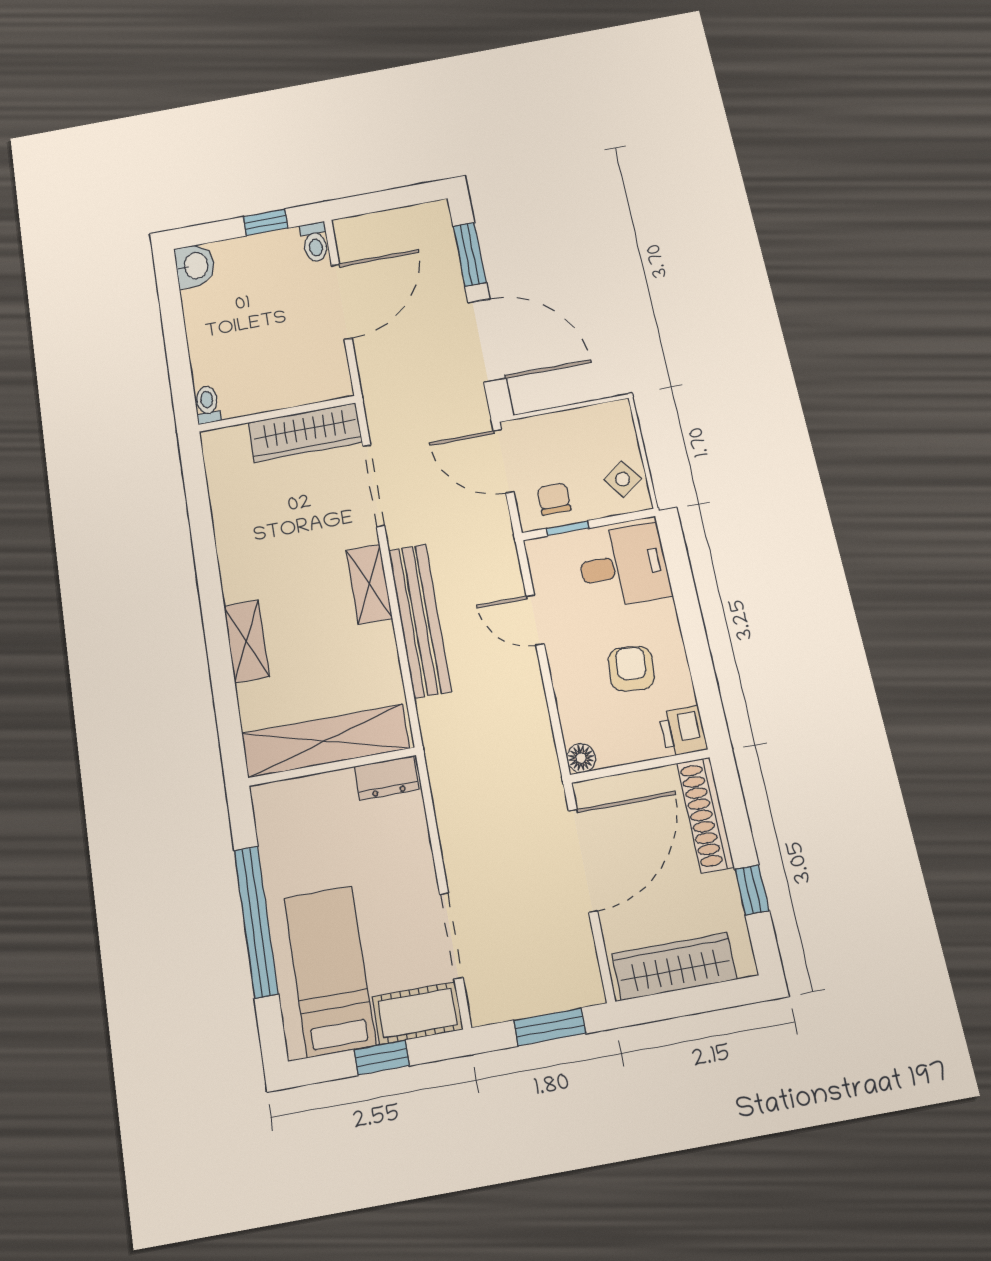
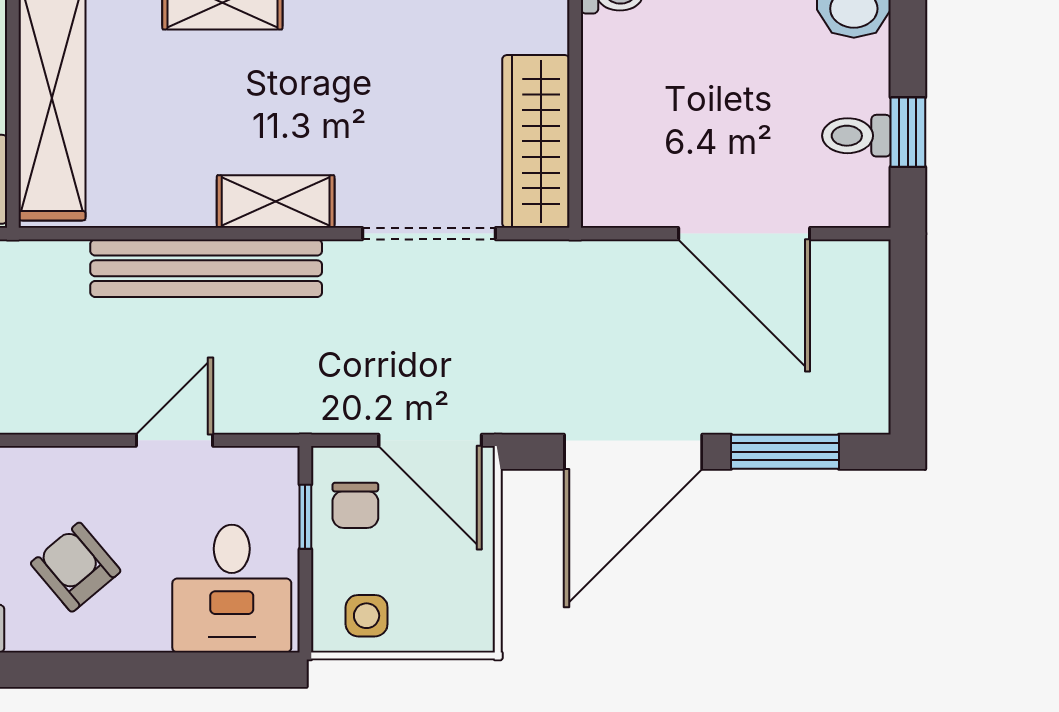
toilet: (315, 242) -> (856, 136), moved
door: (504, 461) -> (430, 440), swing flipped
side table: (623, 479) -> (367, 616), turned 36
chair: (554, 499) -> (355, 505), turned 90
armchair: (631, 669) -> (76, 567), turned -136

